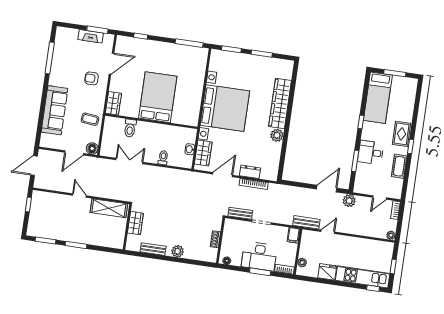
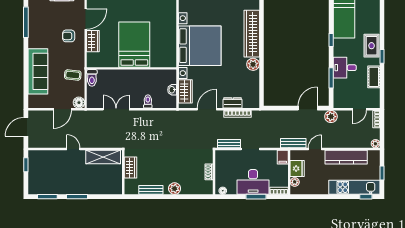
wardrobe: (113, 103) -> (93, 41), moved
toilet: (130, 128) -> (92, 78), moved
kitchen counter: (359, 245) -> (346, 157), added
fridge: (327, 272) -> (297, 168), moved, turned 90

